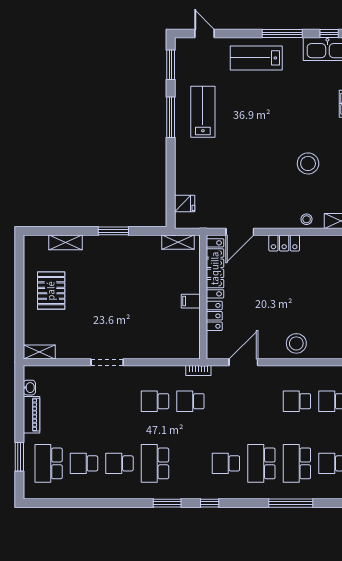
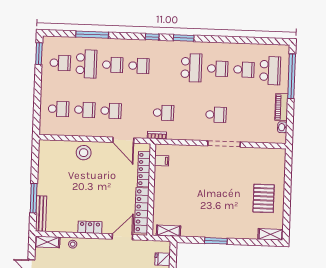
shelving: (66, 242) -> (271, 234), moved
filing cabinet: (191, 301) -> (162, 161), moved
locker: (214, 316) -> (144, 169), width x1.53
shelving: (39, 352) -> (274, 153), removed
doorway: (107, 362) -> (224, 144), width x1.36
door: (243, 362) -> (123, 140), hinge flipped
school desk: (155, 401) -> (216, 115), moved
school desk: (261, 401) -> (111, 111), added
window: (19, 457) -> (292, 76), width x2.11
school desk: (261, 463) -> (113, 65), width x0.54

